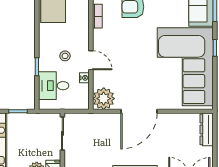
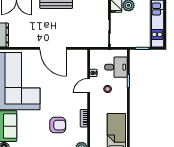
door: (91, 60) -> (89, 86), hinge flipped
plant: (104, 99) -> (79, 58), removed
door: (139, 111) -> (53, 48), swing flipped

